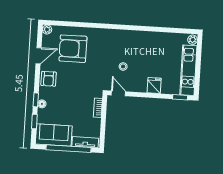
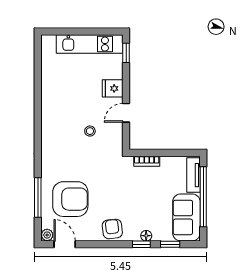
window: (76, 24) -> (38, 198), added
plant: (193, 40) -> (49, 41), removed
armchair: (73, 49) -> (70, 199), turned -90
door: (38, 56) -> (65, 244), moved
armchair: (49, 79) -> (112, 229), turned -97
door: (118, 93) -> (126, 113), moved

